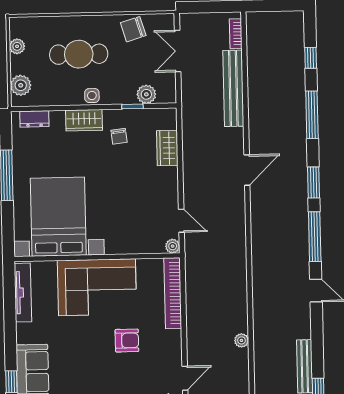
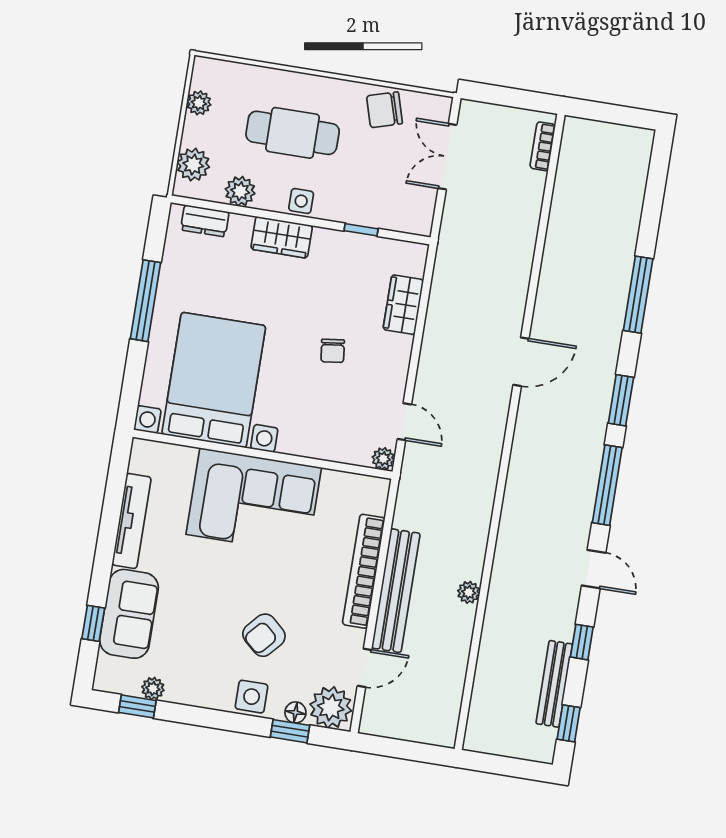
window: (311, 58) -> (582, 642), moved
bench: (233, 88) -> (396, 591), moved
plant: (146, 94) -> (240, 191), moved
chair: (119, 136) -> (333, 351), moved
tv unit: (23, 293) -> (132, 521), moved
bookcase: (173, 293) -> (364, 571), moved
armchair: (127, 340) -> (264, 635), moved, turned 132
plant: (241, 340) -> (469, 592), moved

